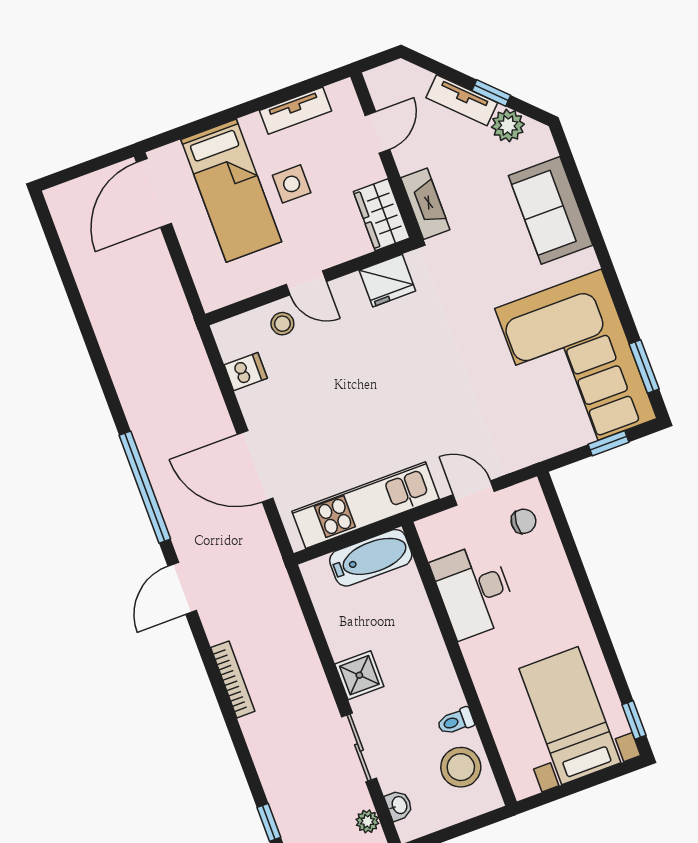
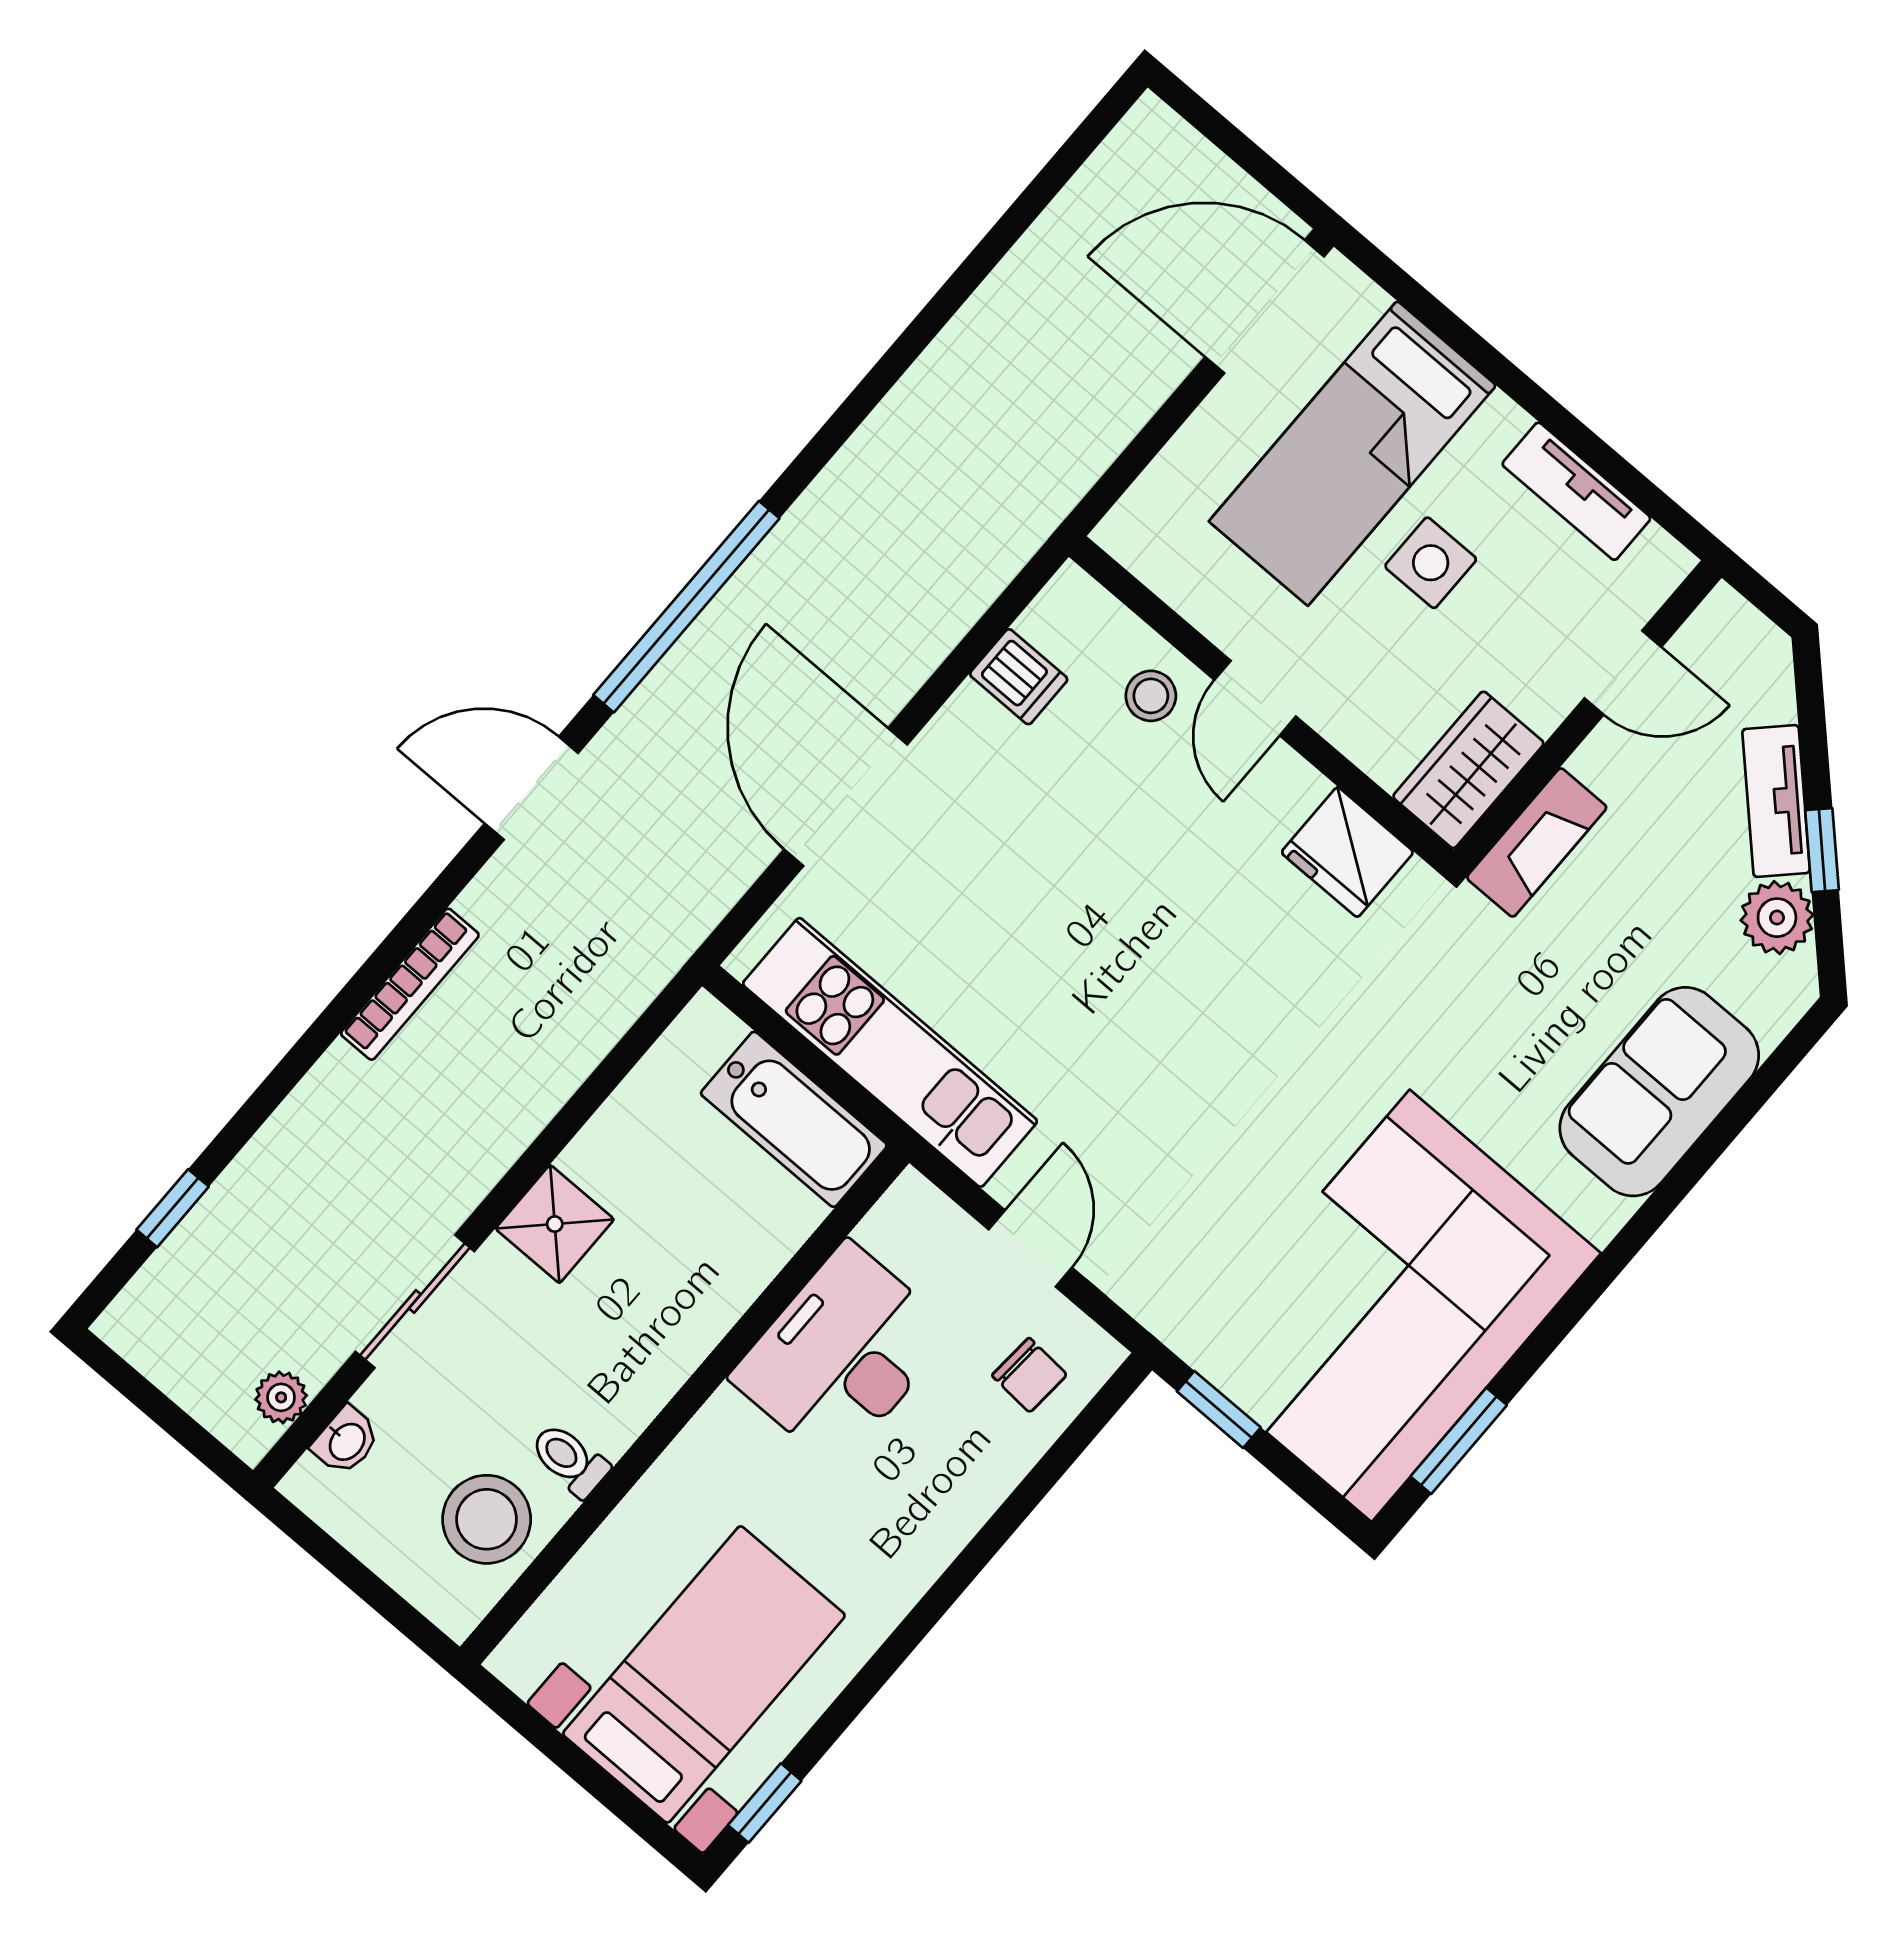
window: (609, 443) -> (1219, 1409), moved

